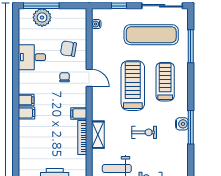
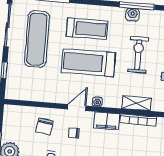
water cooler: (96, 24) -> (97, 102), moved
treadmill: (165, 82) -> (87, 29), turned 180
filing cabinet: (79, 113) -> (107, 121), width x2.00
exercise bike: (144, 132) -> (138, 55), width x1.38, depth x1.39

